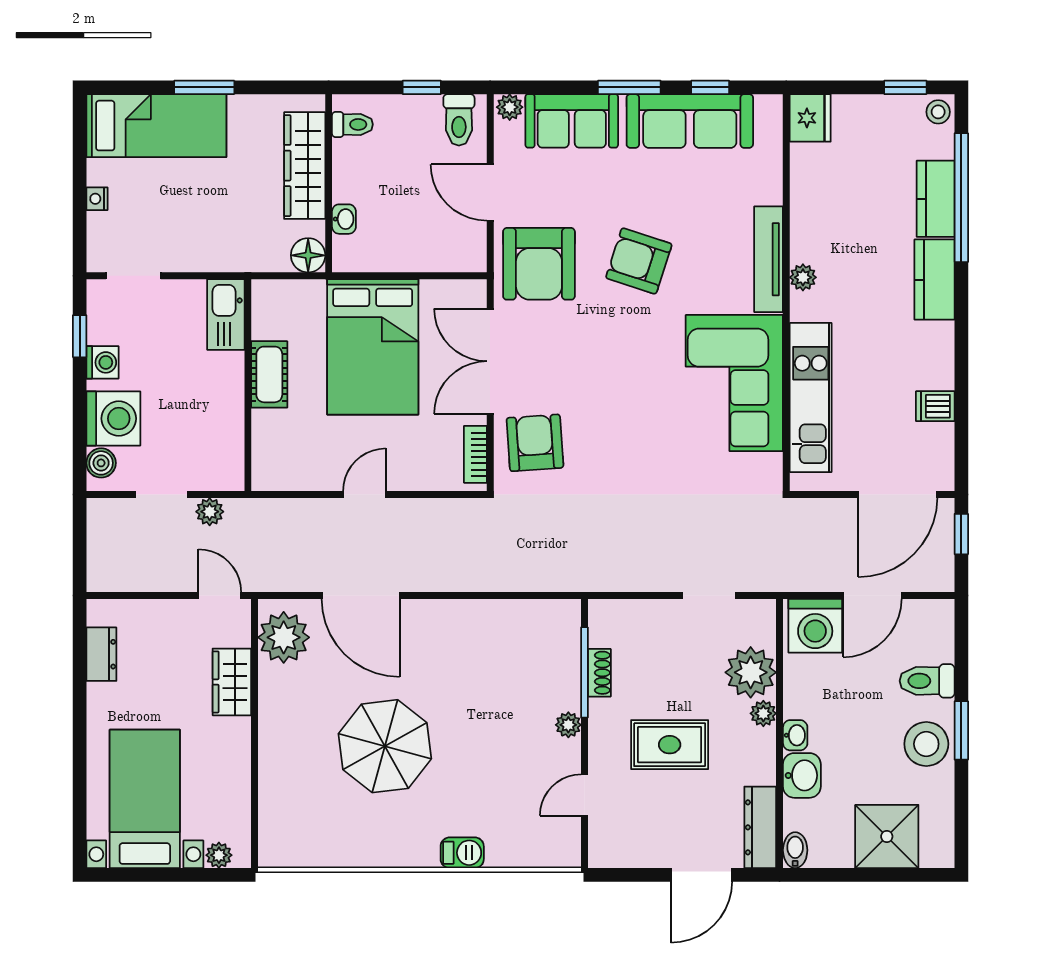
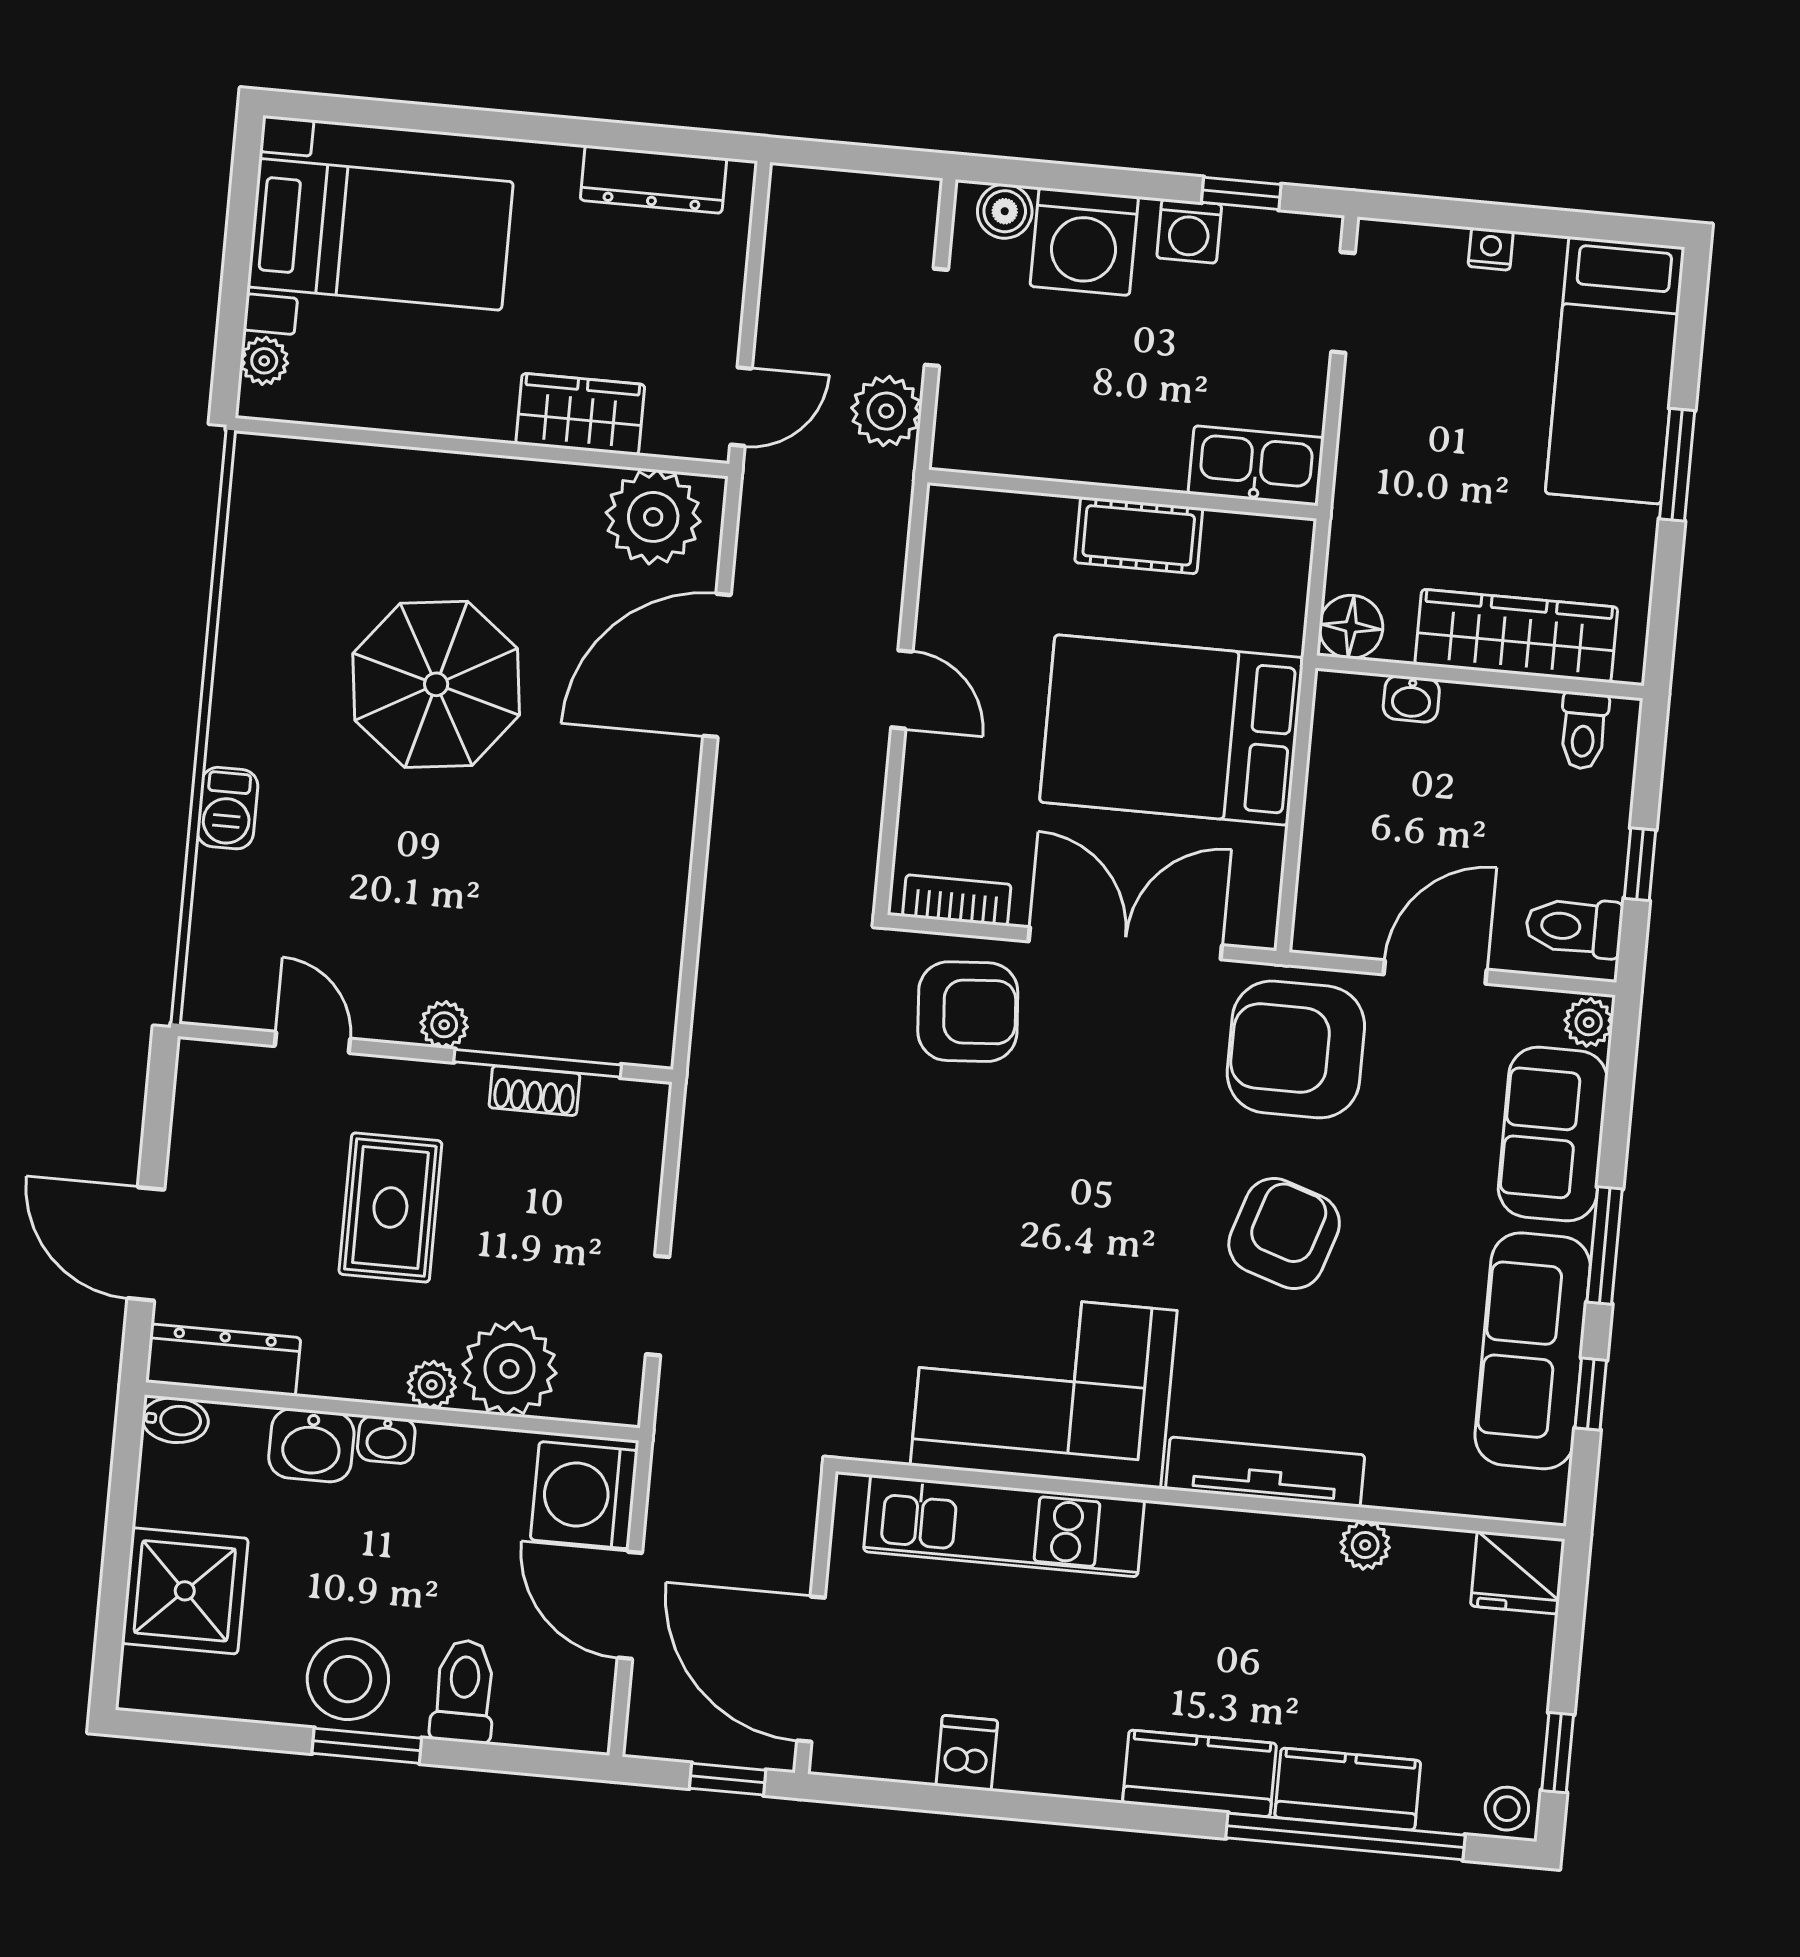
plant: (803, 277) -> (1365, 1545), moved
plant: (210, 512) -> (886, 411), width x1.38, depth x1.38
dresser: (101, 654) -> (653, 179), width x1.44

